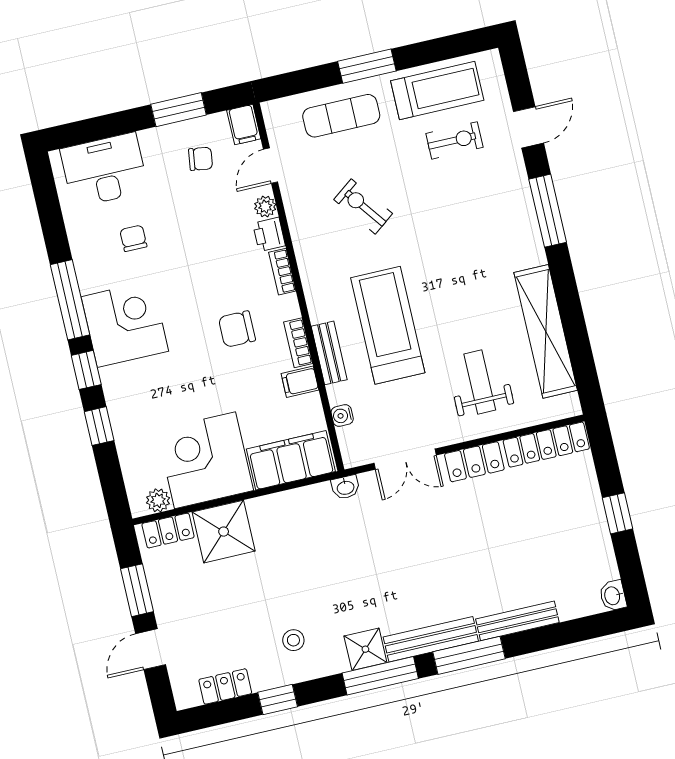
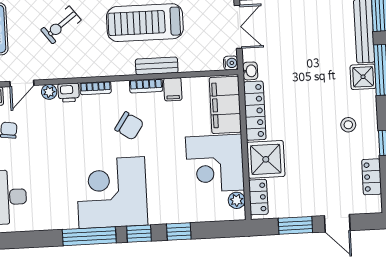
door: (271, 166) -> (22, 83), hinge flipped
chair: (133, 238) -> (55, 186), removed
corner desk: (125, 324) -> (112, 193), width x1.36, depth x1.36
chair: (237, 329) -> (129, 126), turned -56
water cooler: (342, 416) -> (231, 63), moved, turned -90
locker: (290, 504) -> (255, 111), added

